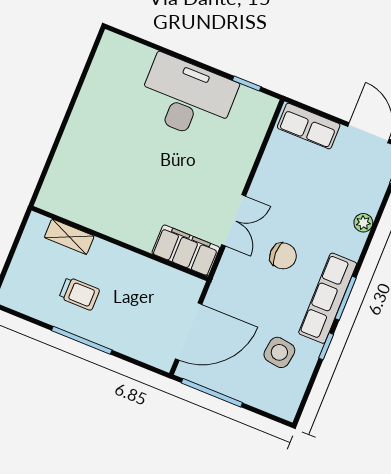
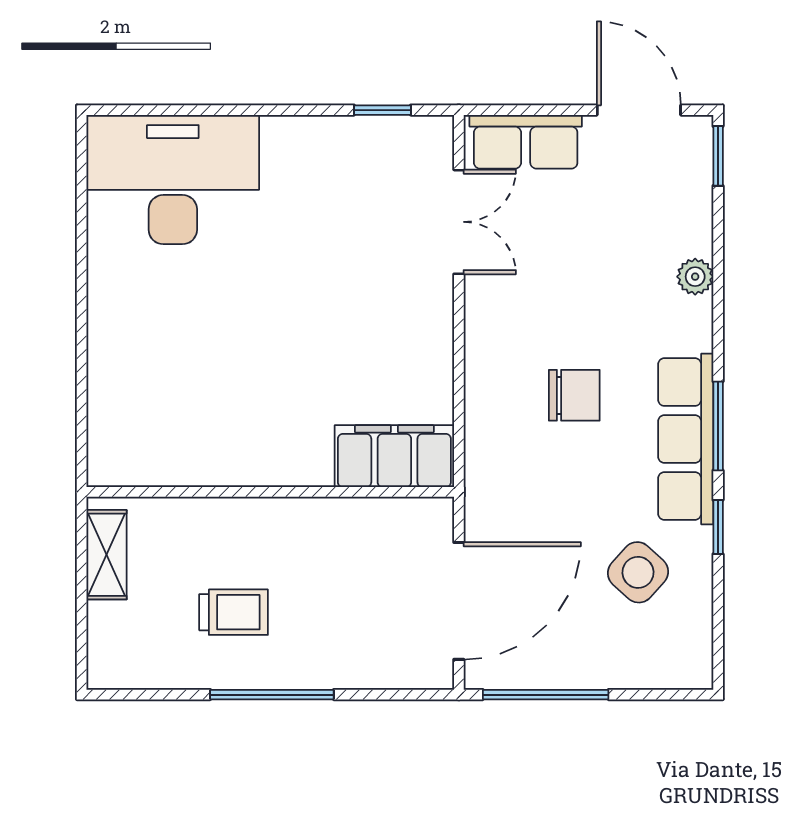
desk: (187, 98) -> (173, 179), moved
double door: (234, 220) -> (459, 222), moved
shelving: (69, 237) -> (107, 555), moved, turned 90
side table: (279, 352) -> (638, 572), turned 34

